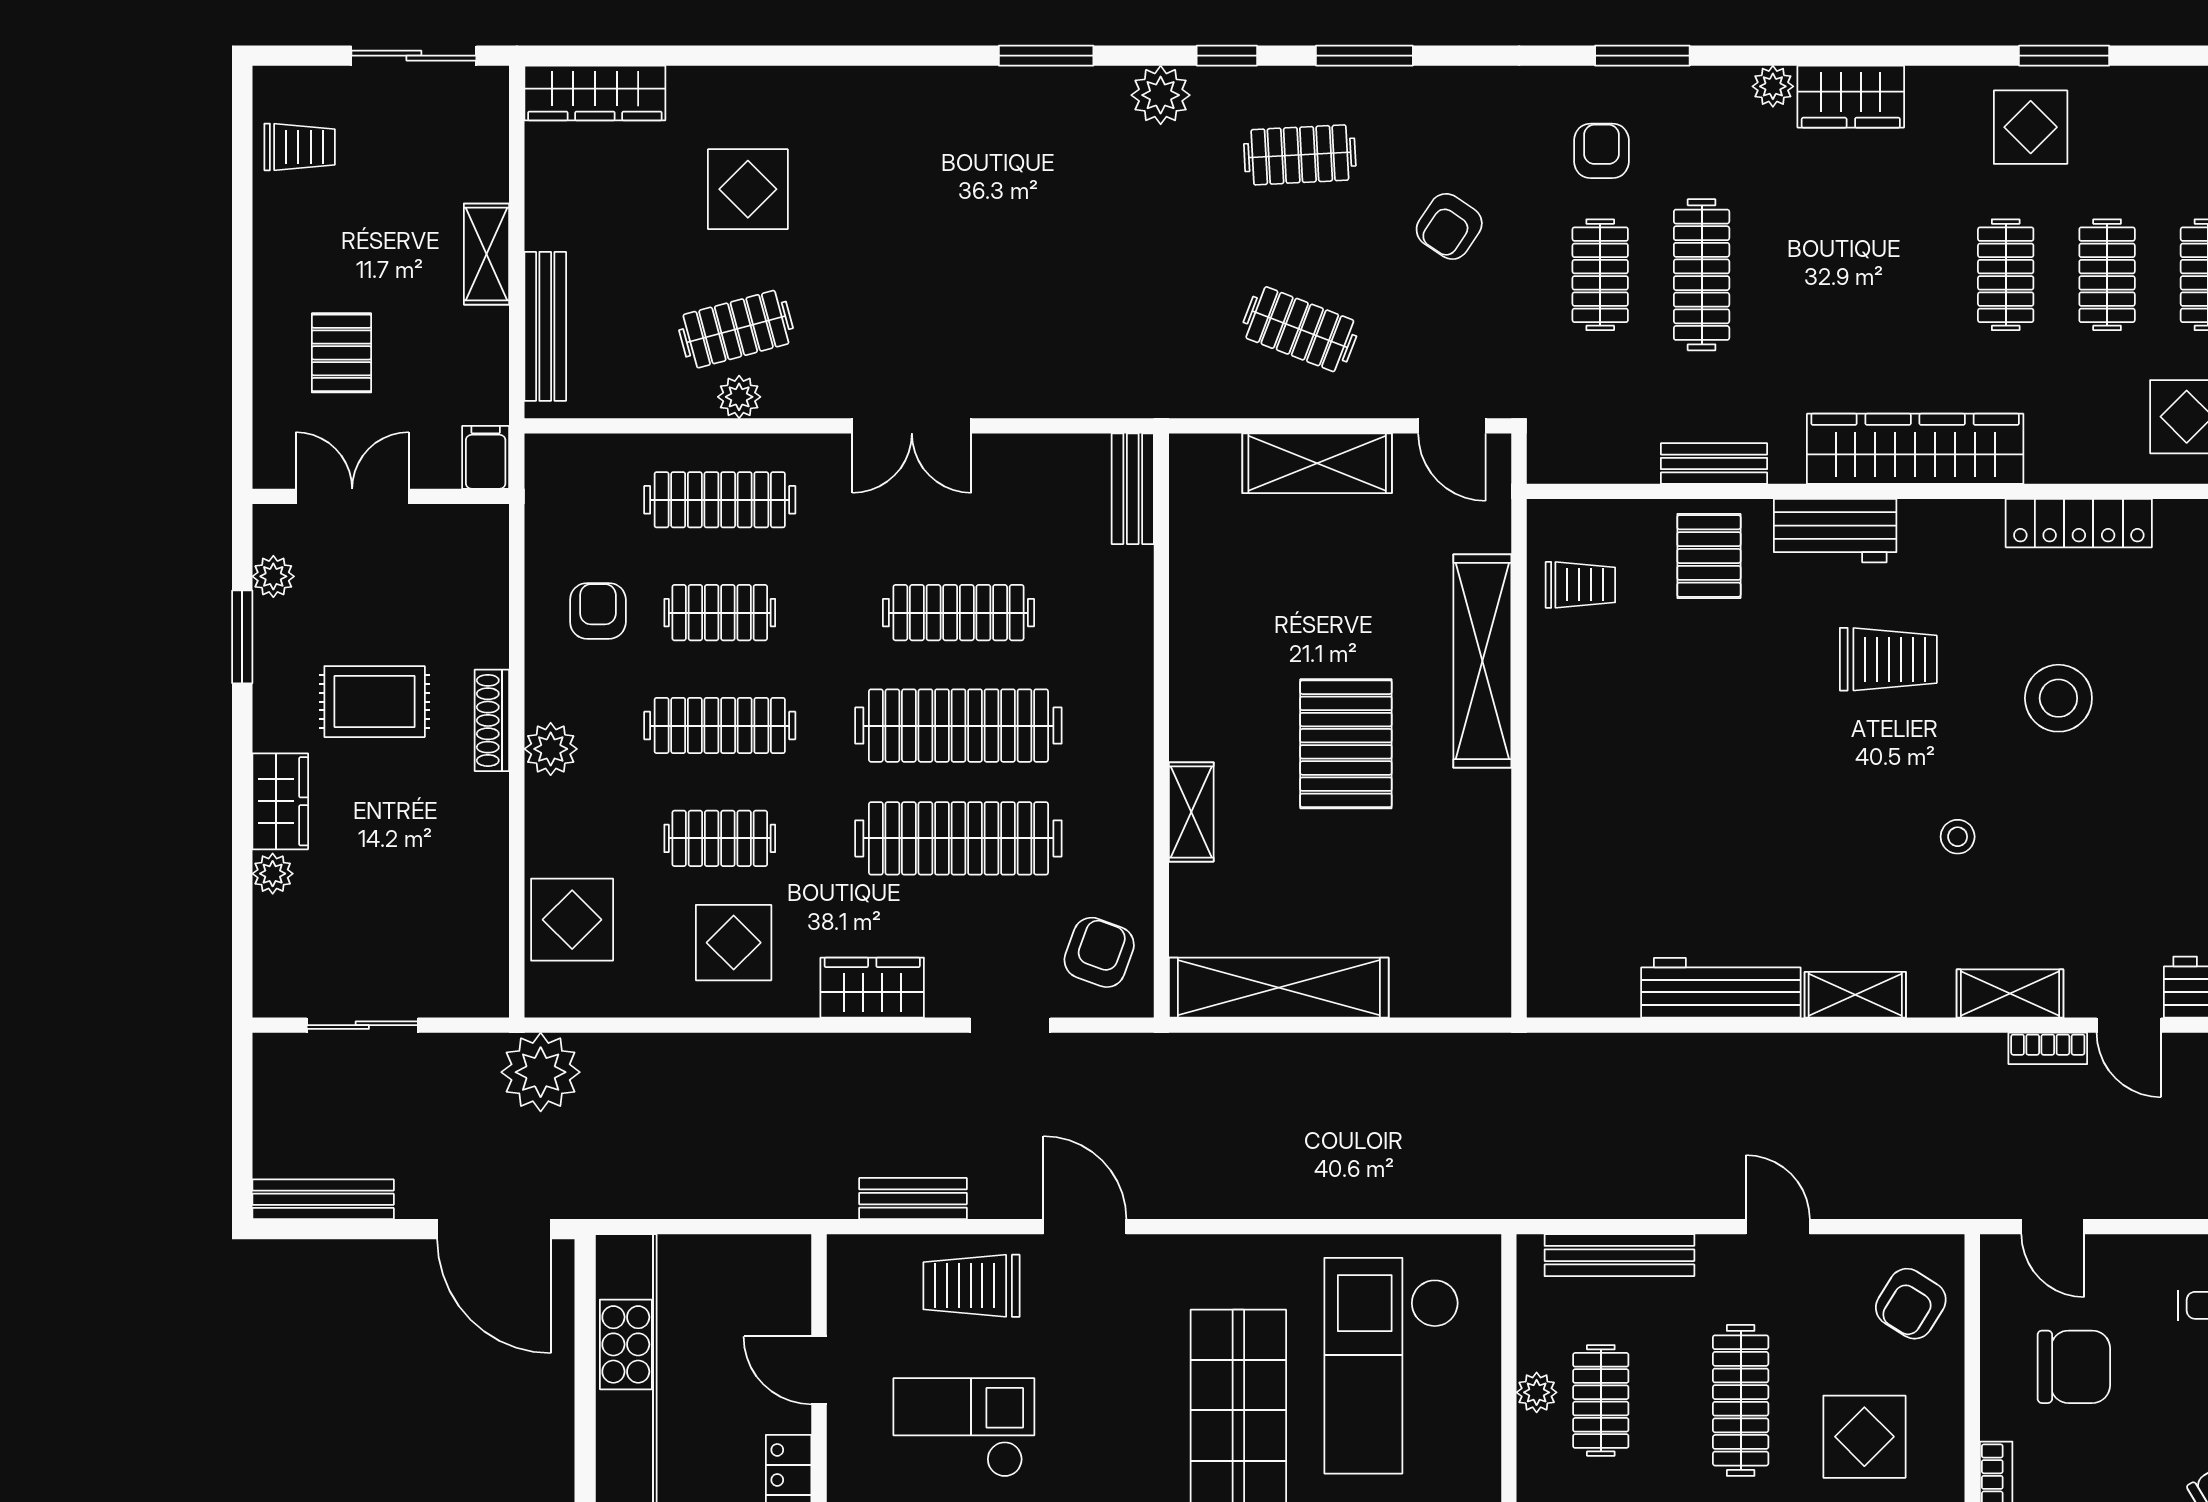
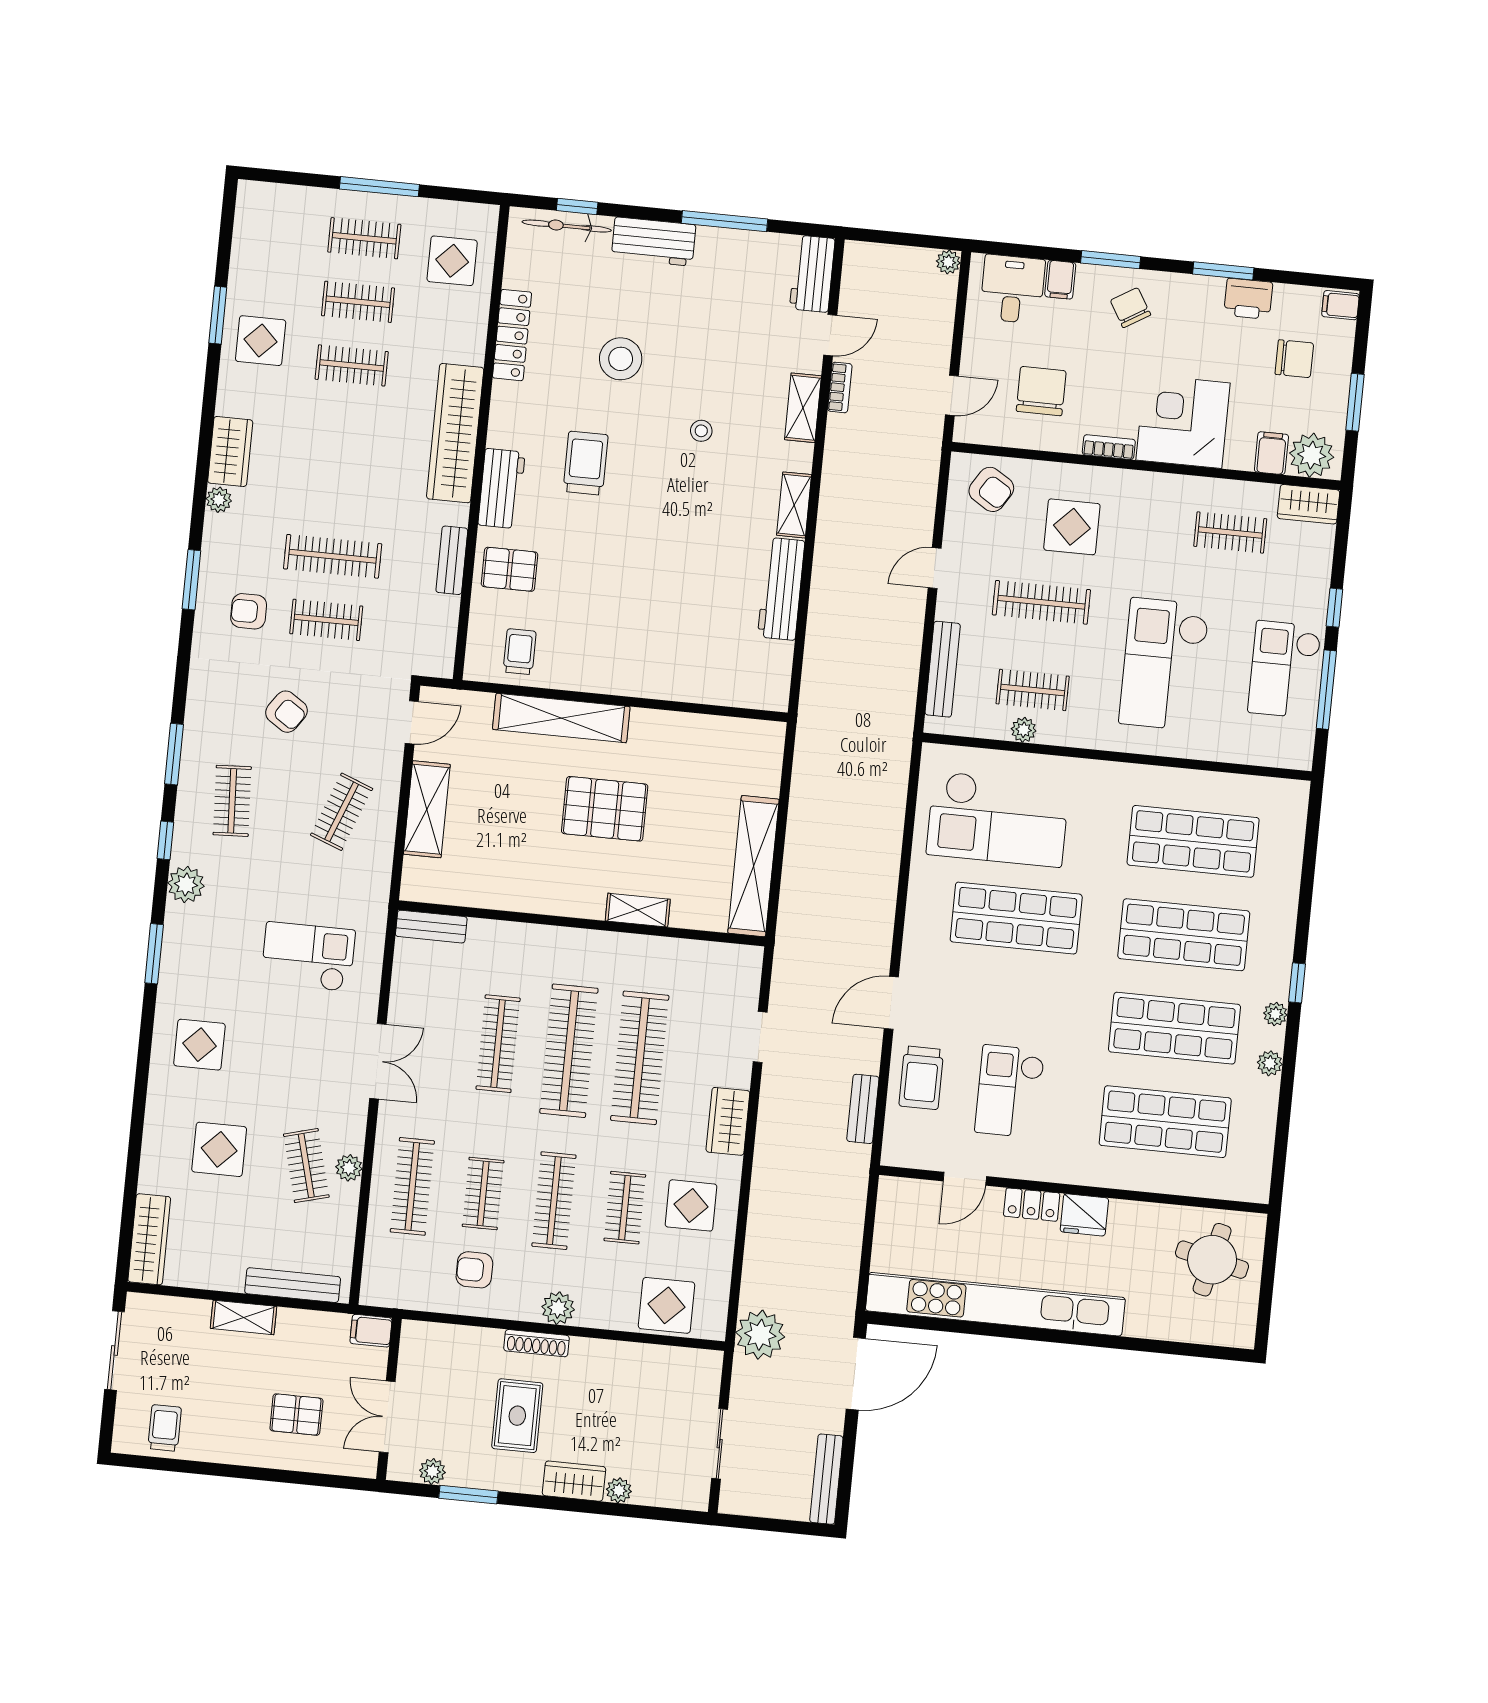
display table: (910, 142) -> (199, 1045), added
checkout: (1066, 299) -> (308, 957), added
armchair: (1099, 952) -> (720, 977), removed

